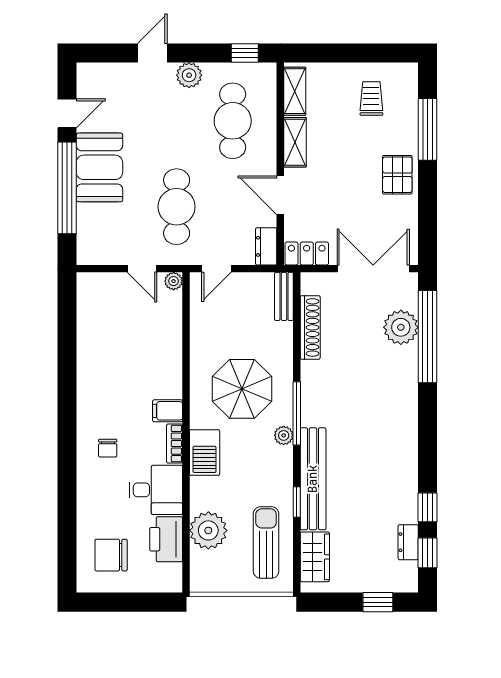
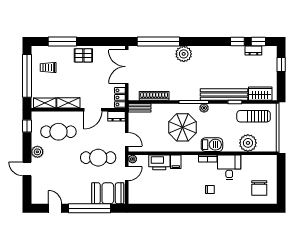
window: (353, 53) -> (27, 76), added
booth: (99, 167) -> (108, 193), moved
plant: (401, 327) -> (184, 54), moved
filing cabinet: (168, 411) -> (176, 162), moved
printer: (166, 539) -> (159, 162), moved

